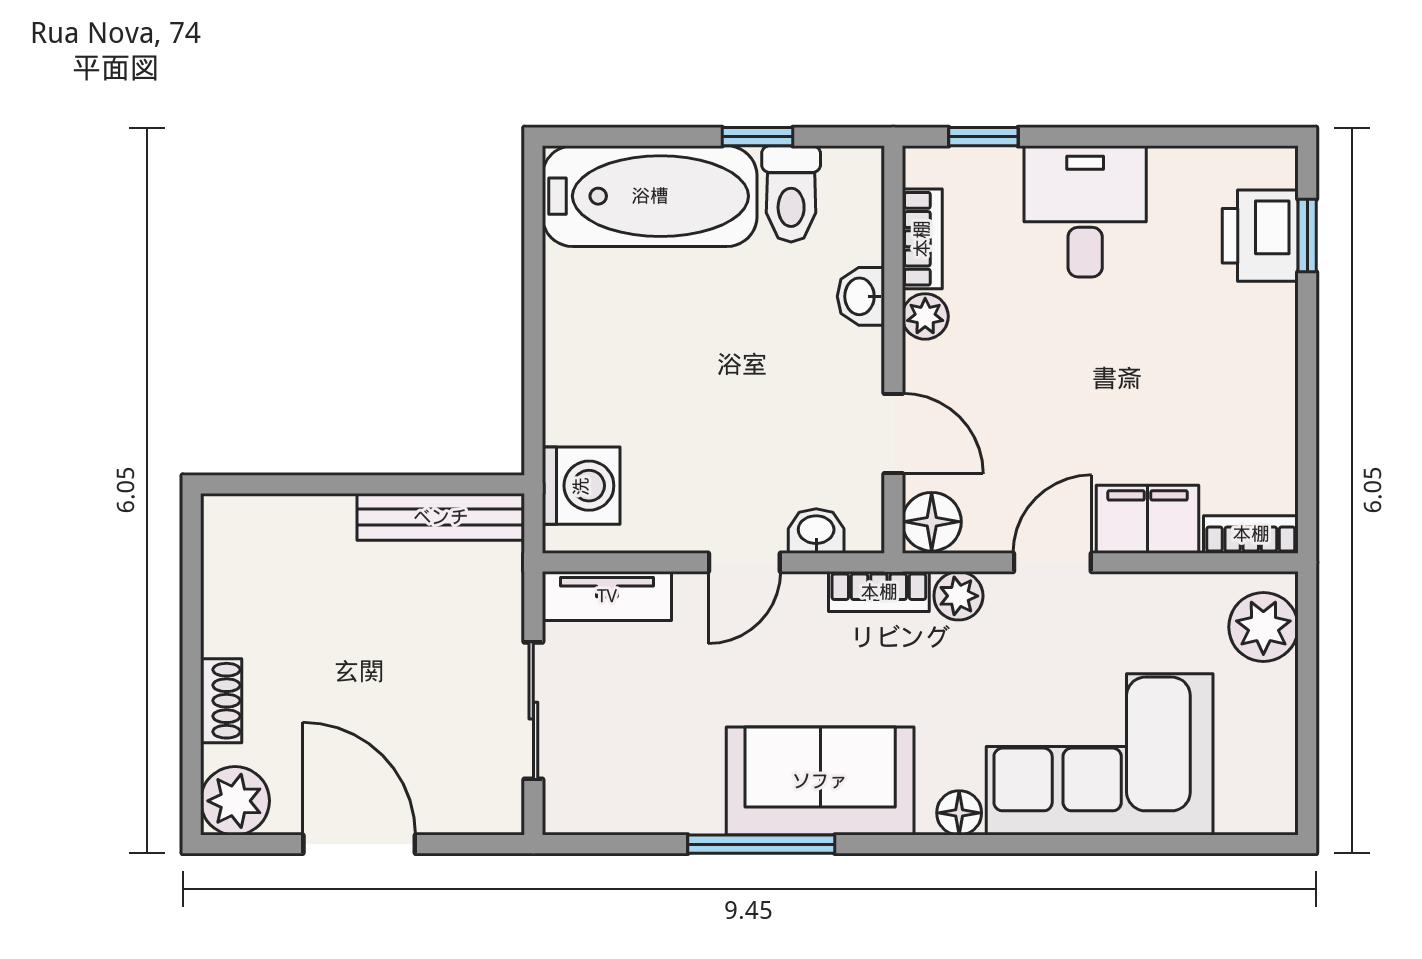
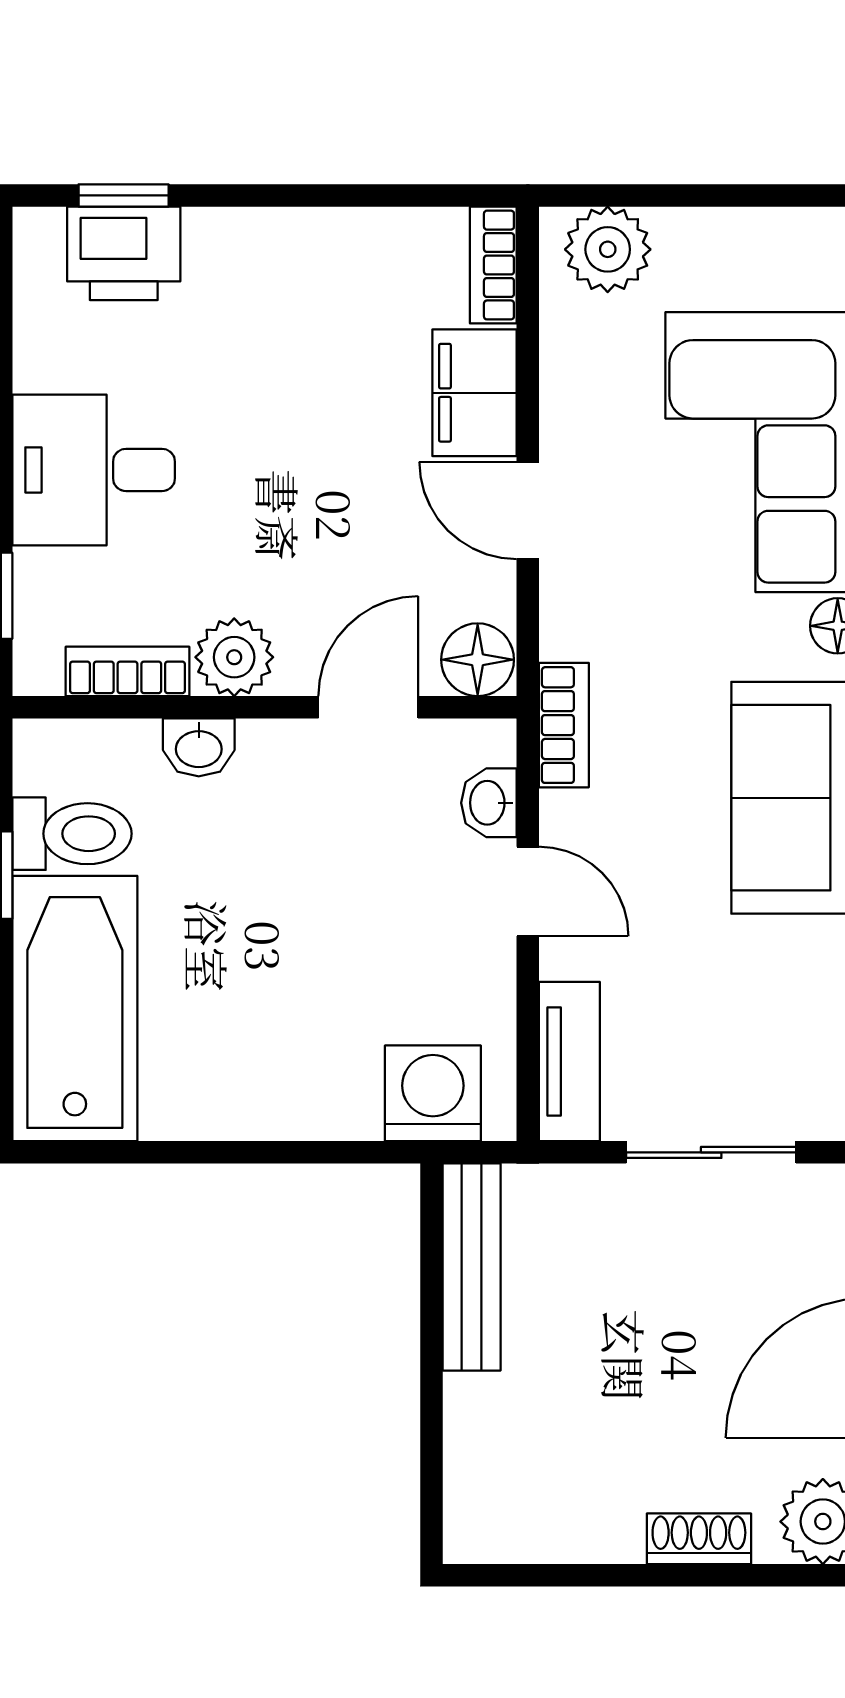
plant: (925, 316) -> (234, 657), width x1.38, depth x1.38
plant: (958, 596) -> (569, 627), removed

